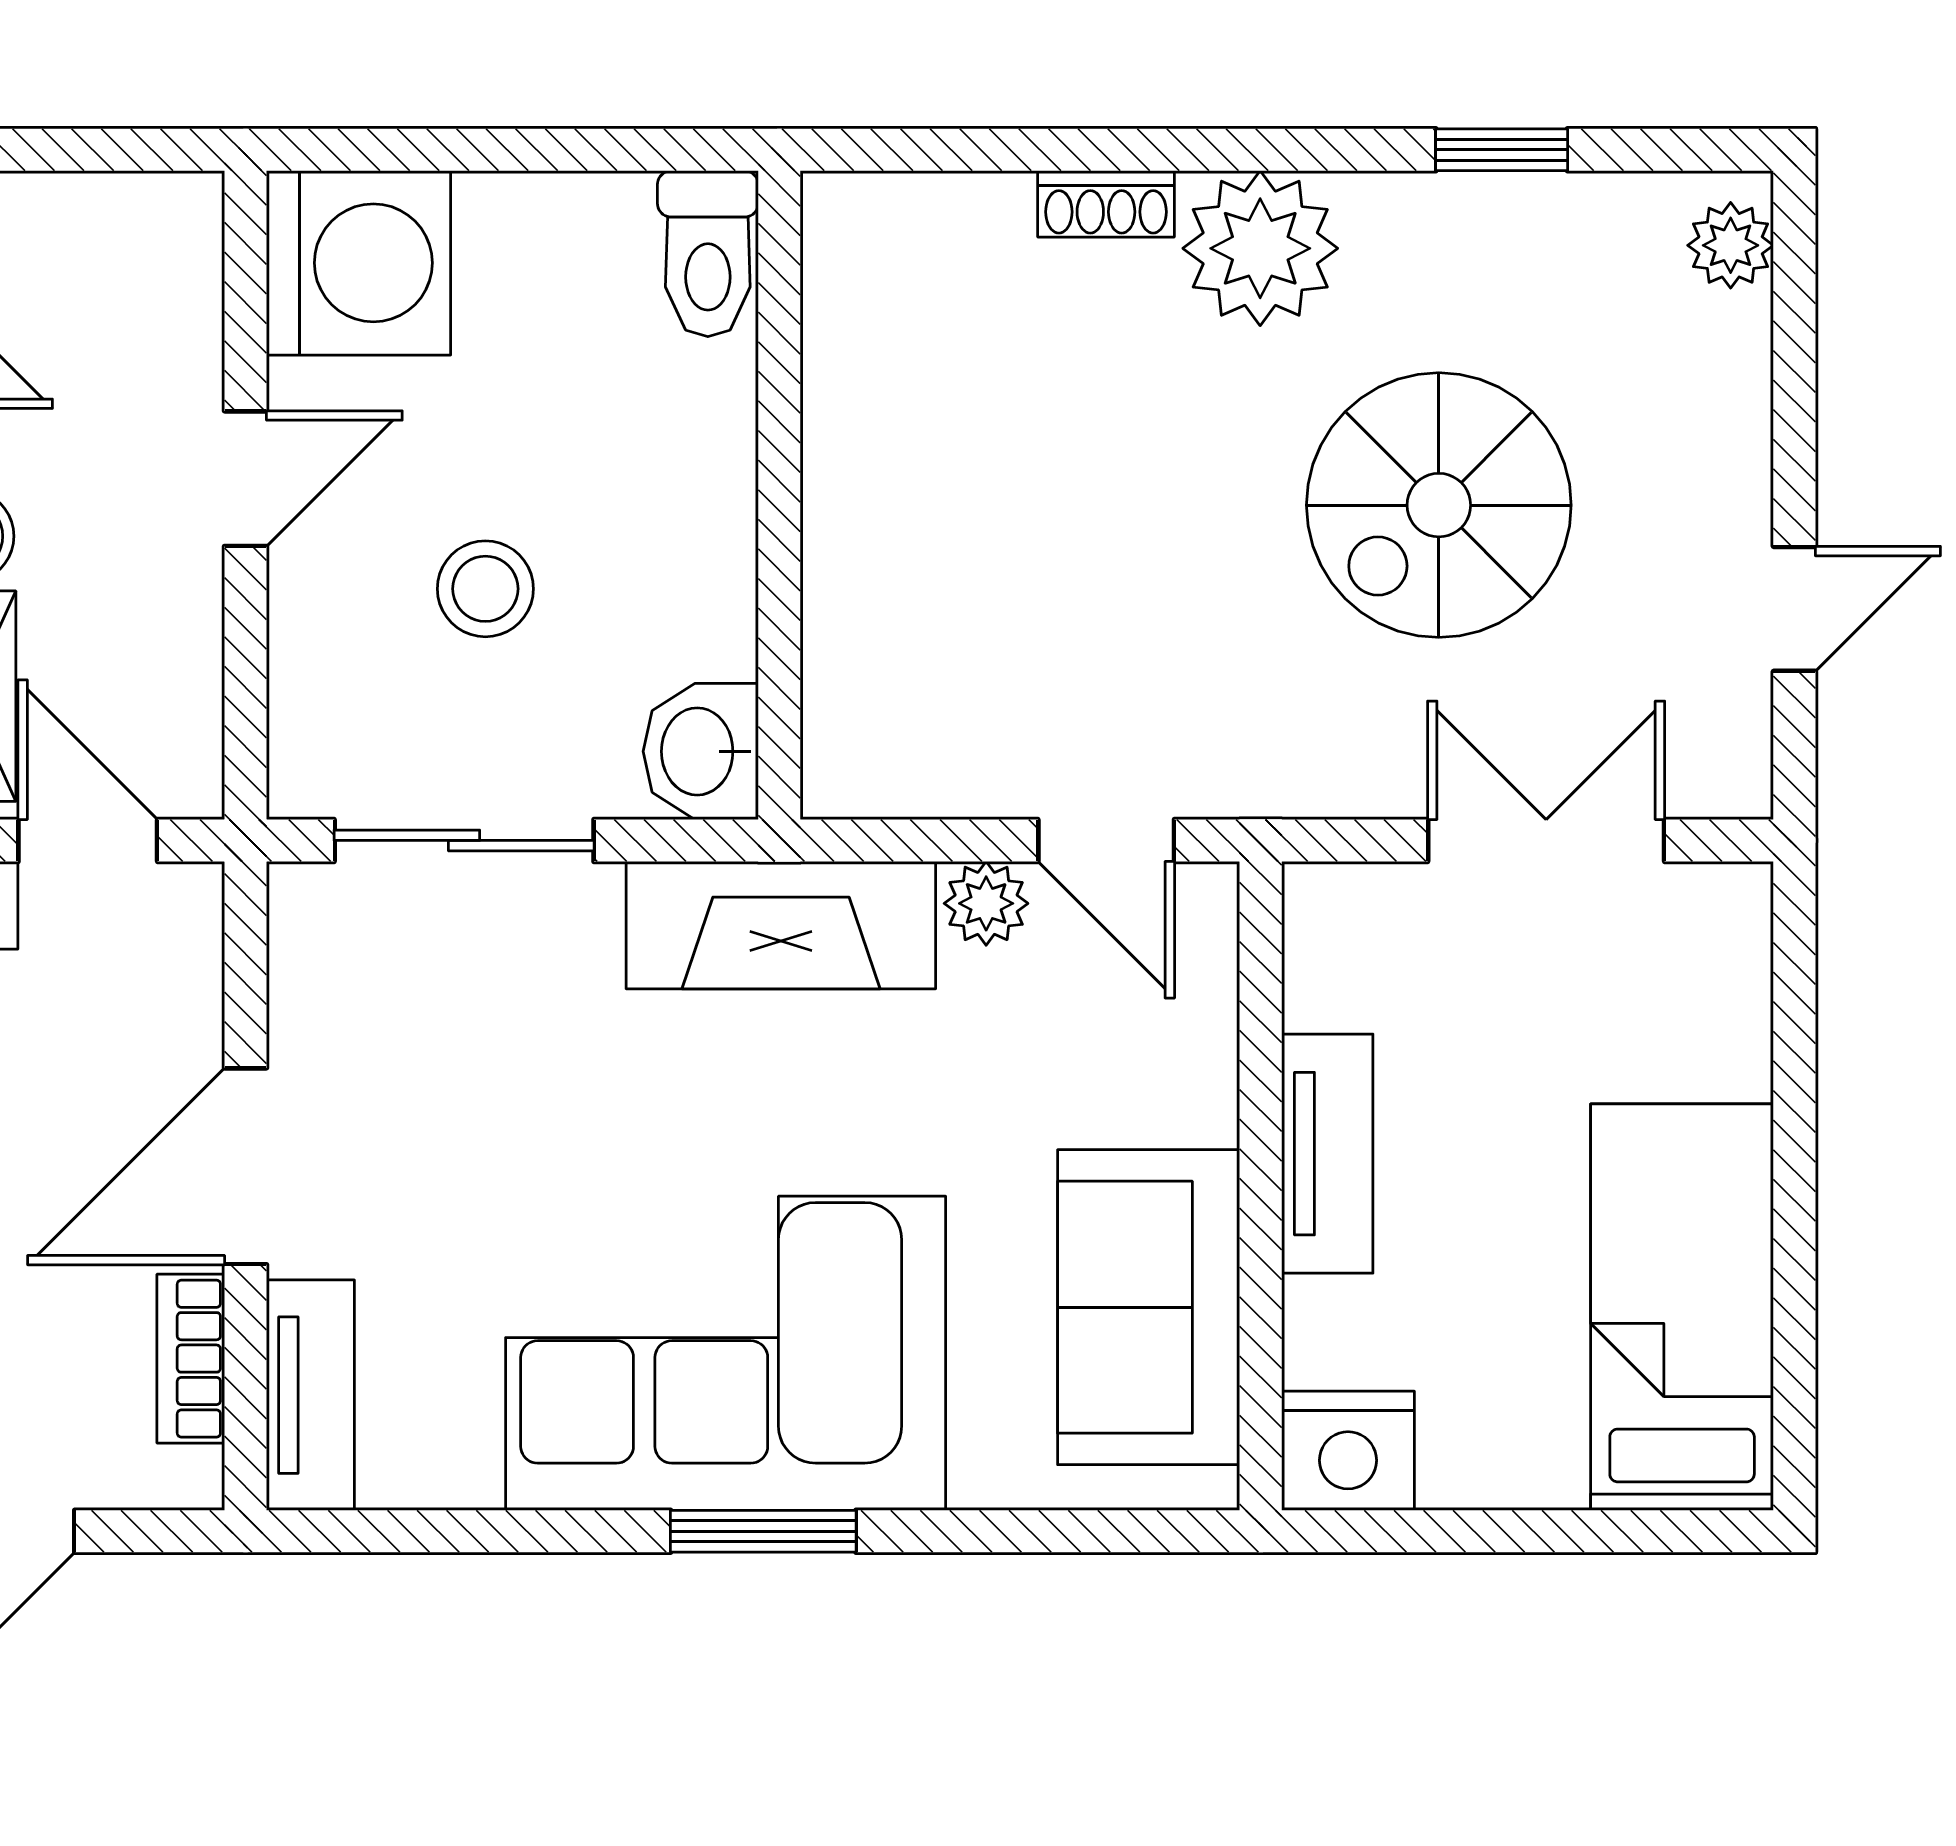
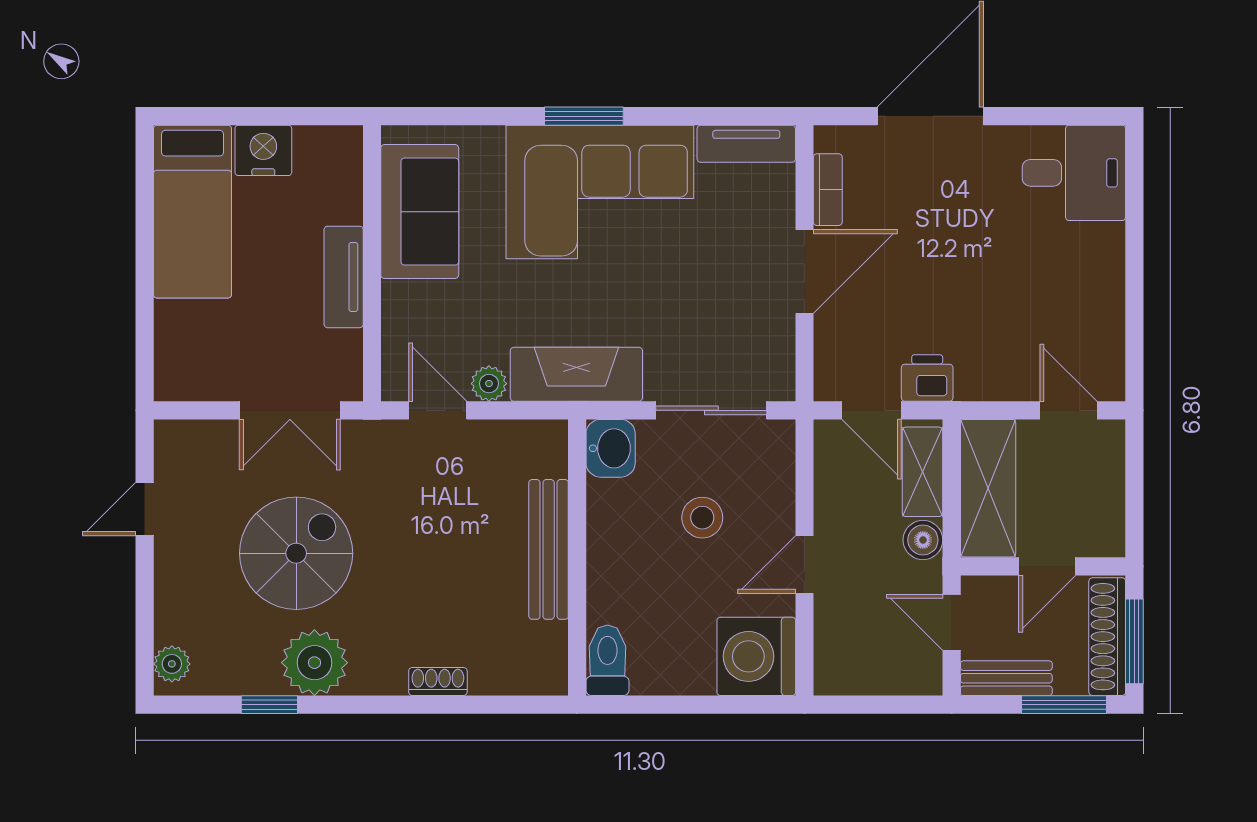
plant: (1260, 248) -> (314, 663), moved
bench: (846, 514) -> (549, 549), added
double door: (1546, 840) -> (290, 410), moved
tv unit: (310, 1395) -> (746, 144), moved, turned -90
nightstand: (1348, 1451) -> (263, 150), moved

